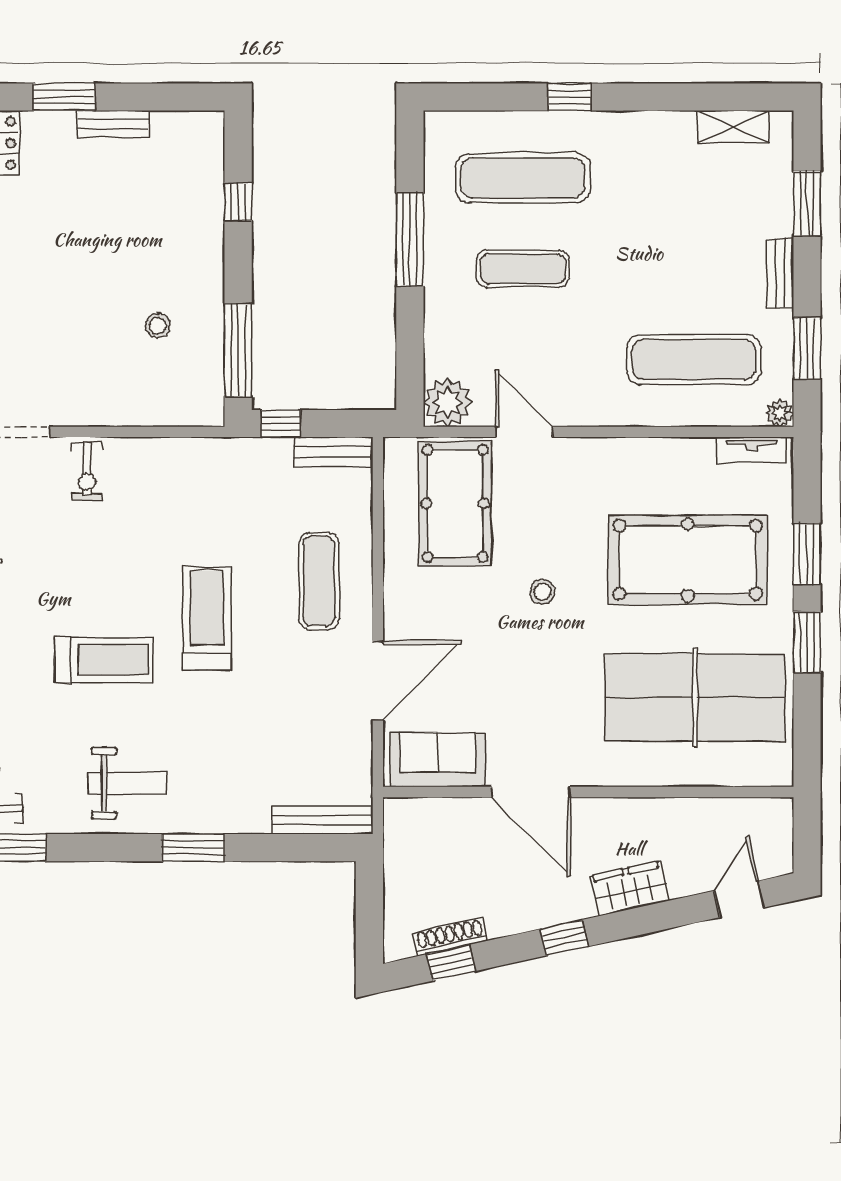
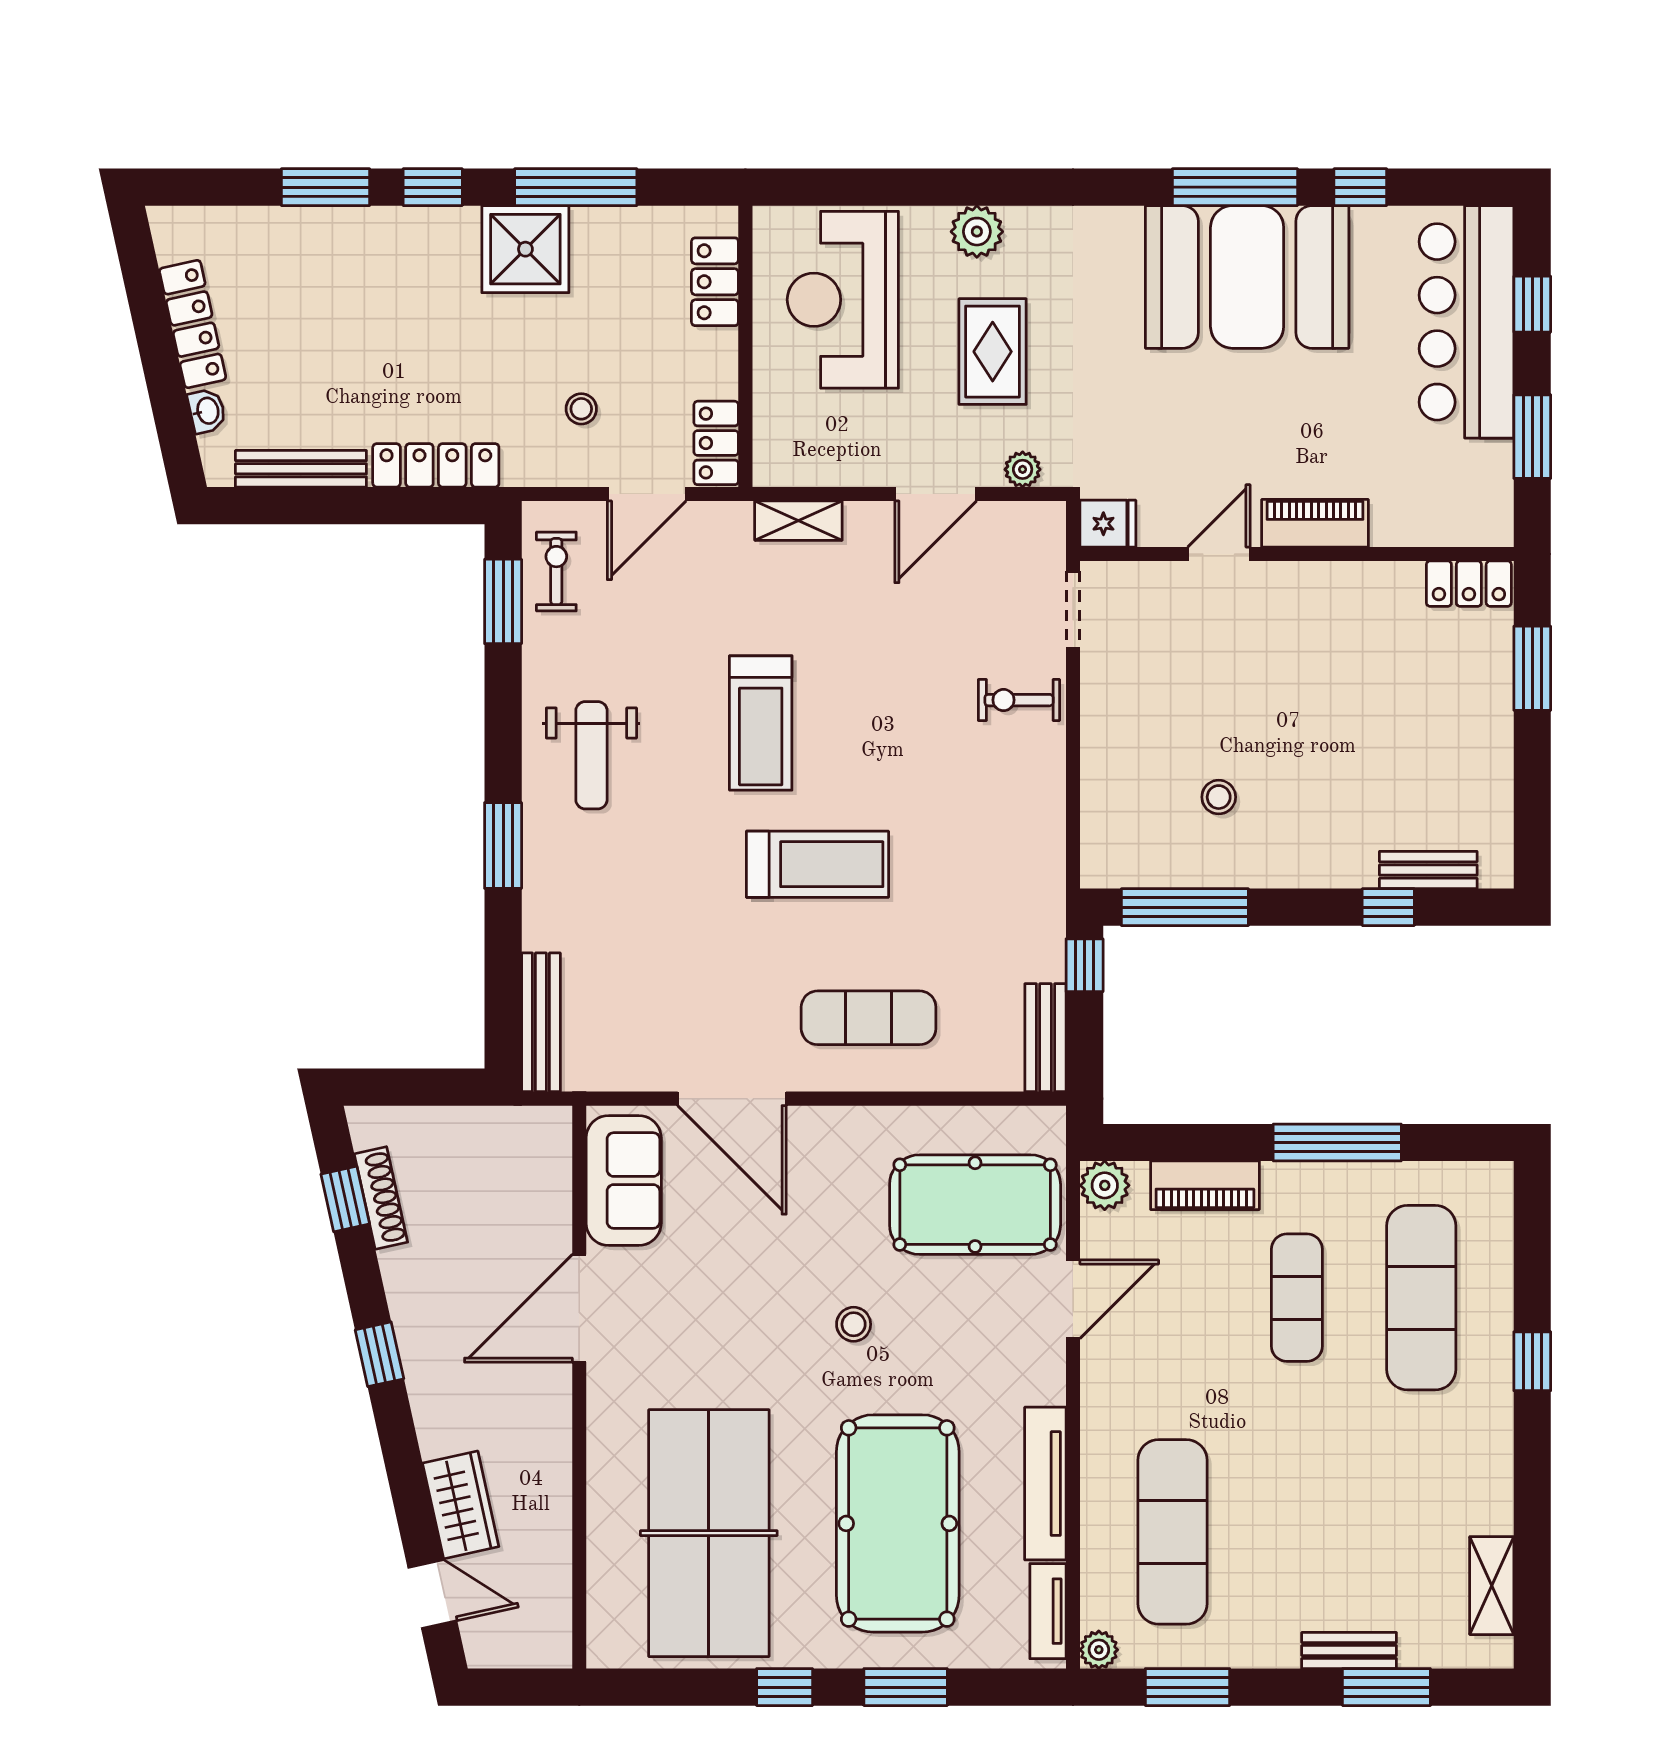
bench: (113, 124) -> (1428, 870), moved, turned 90
bench: (780, 273) -> (1349, 1651), moved
piano: (441, 336) -> (1205, 1185), added
plant: (448, 402) -> (1105, 1185), width x0.73, depth x0.73
tv unit: (659, 452) -> (1045, 1484), added
window: (807, 642) -> (785, 1687), width x0.67
wardrobe: (629, 888) -> (461, 1505), moved

